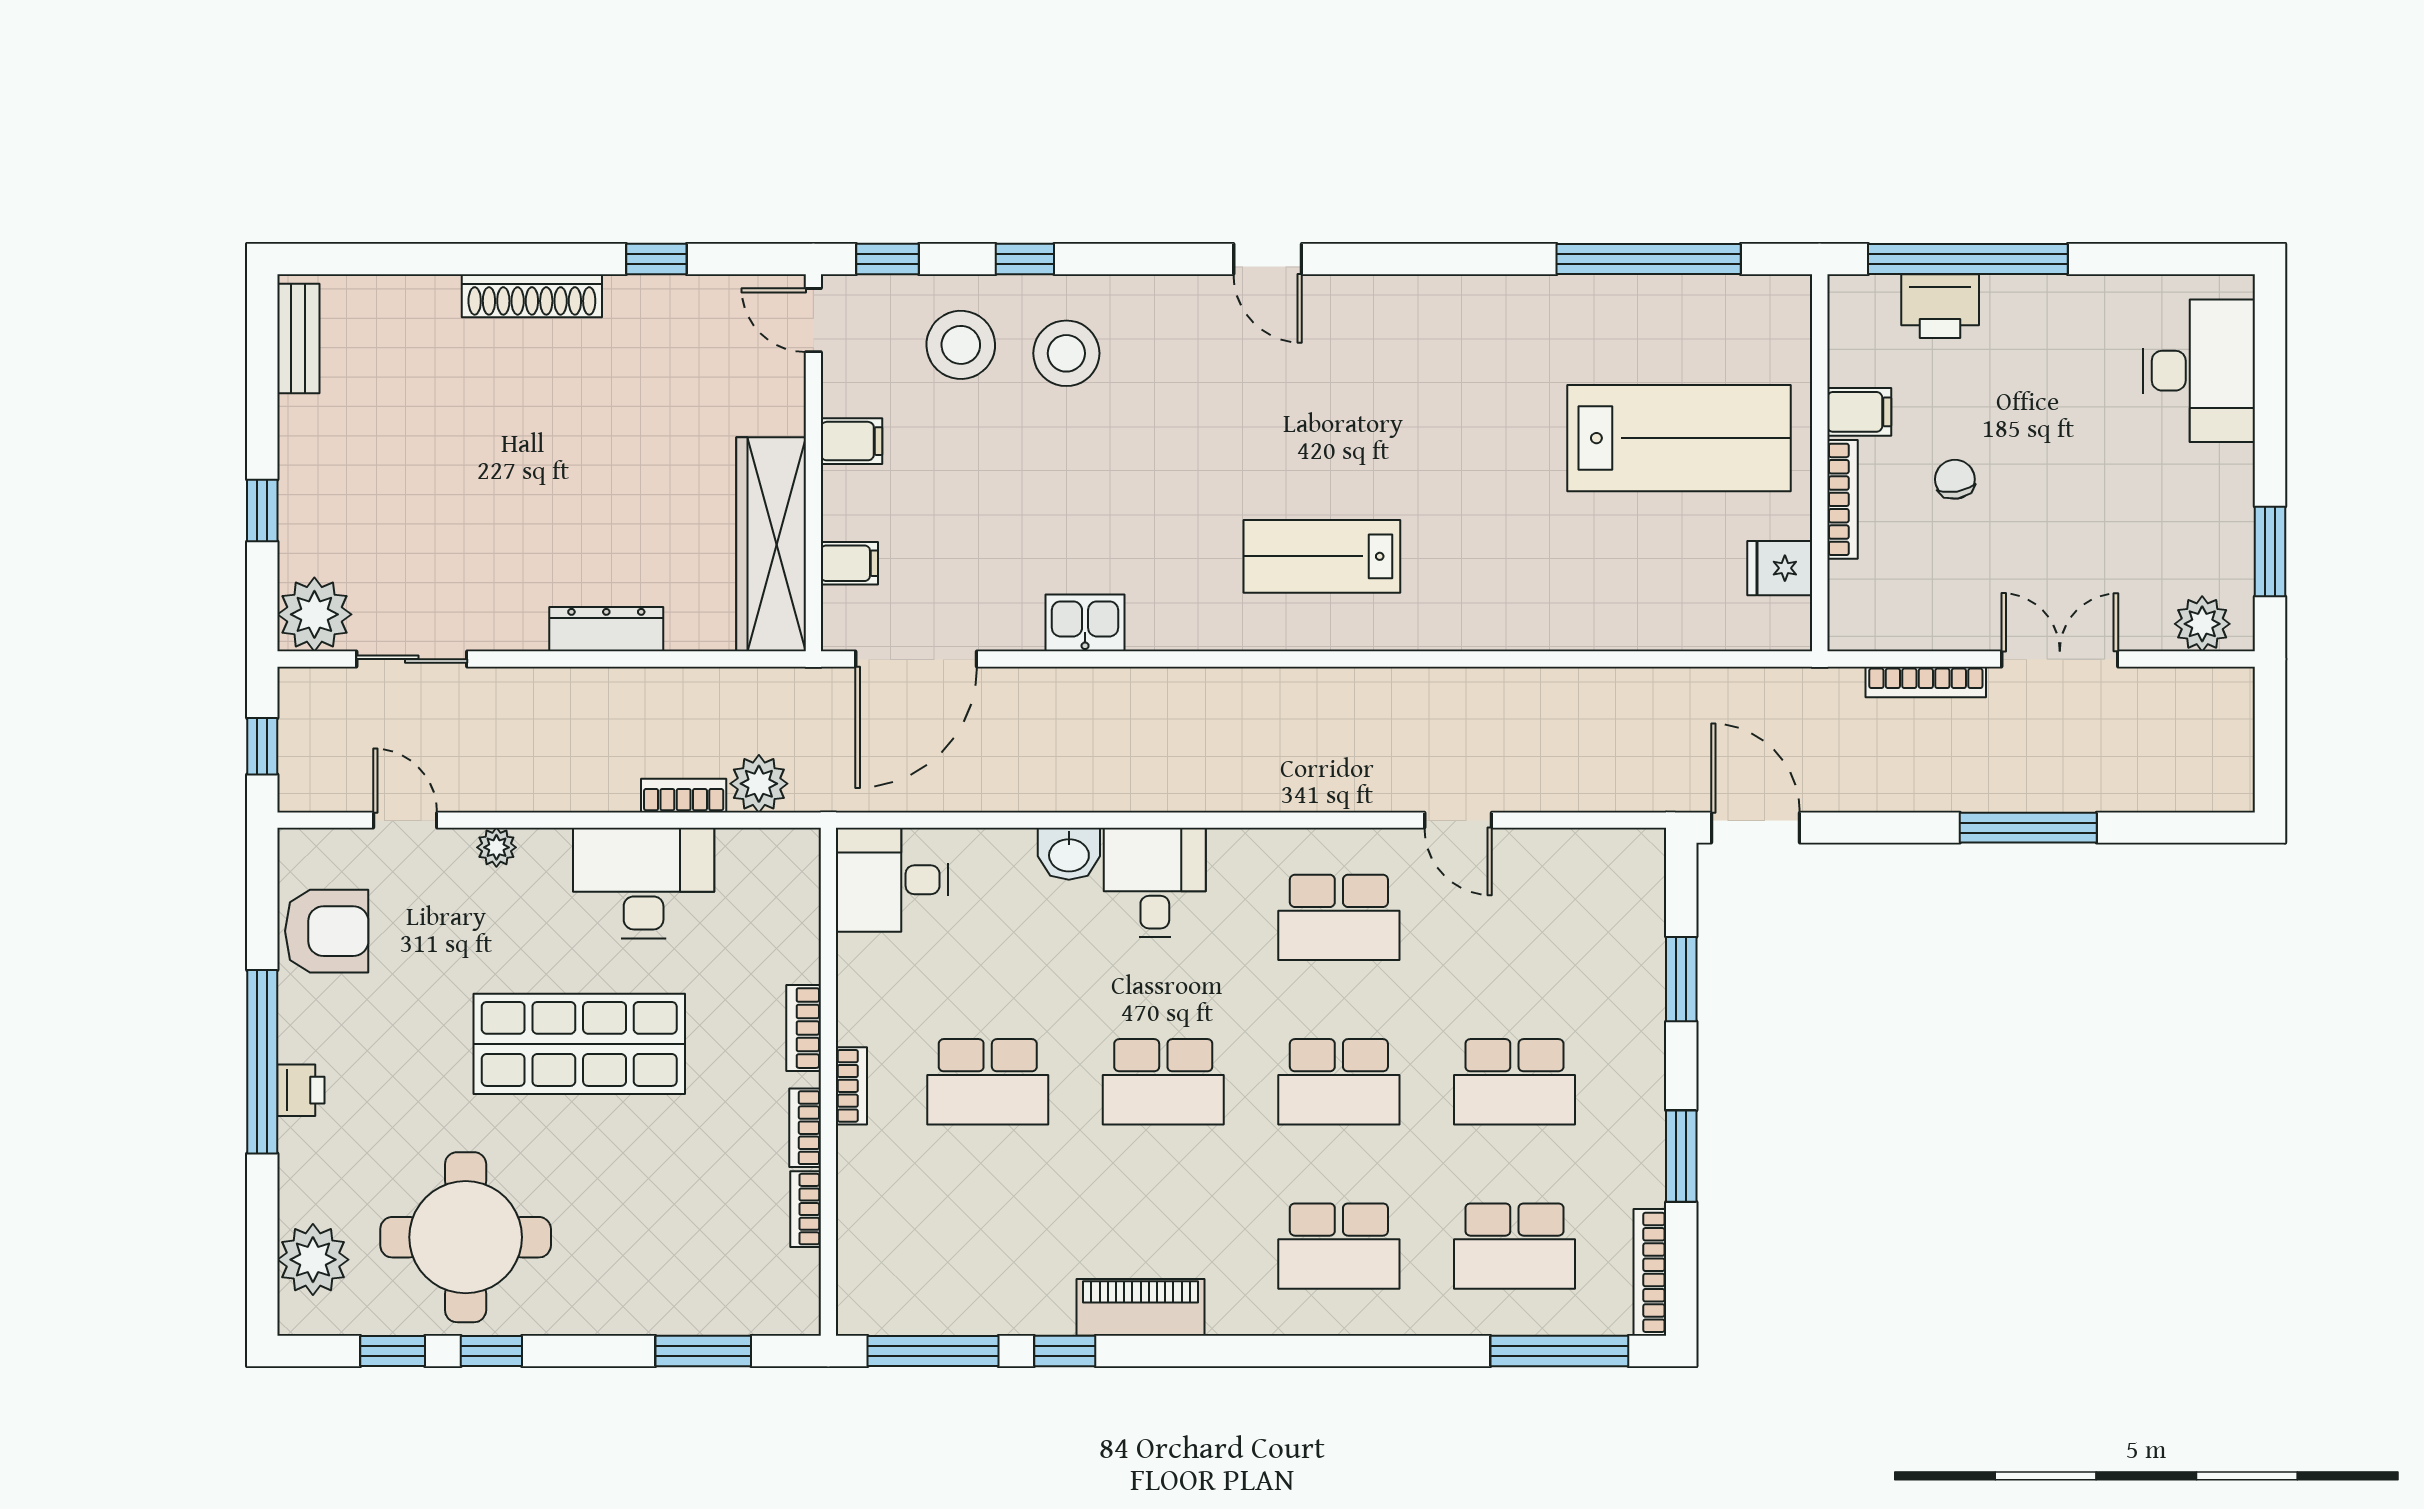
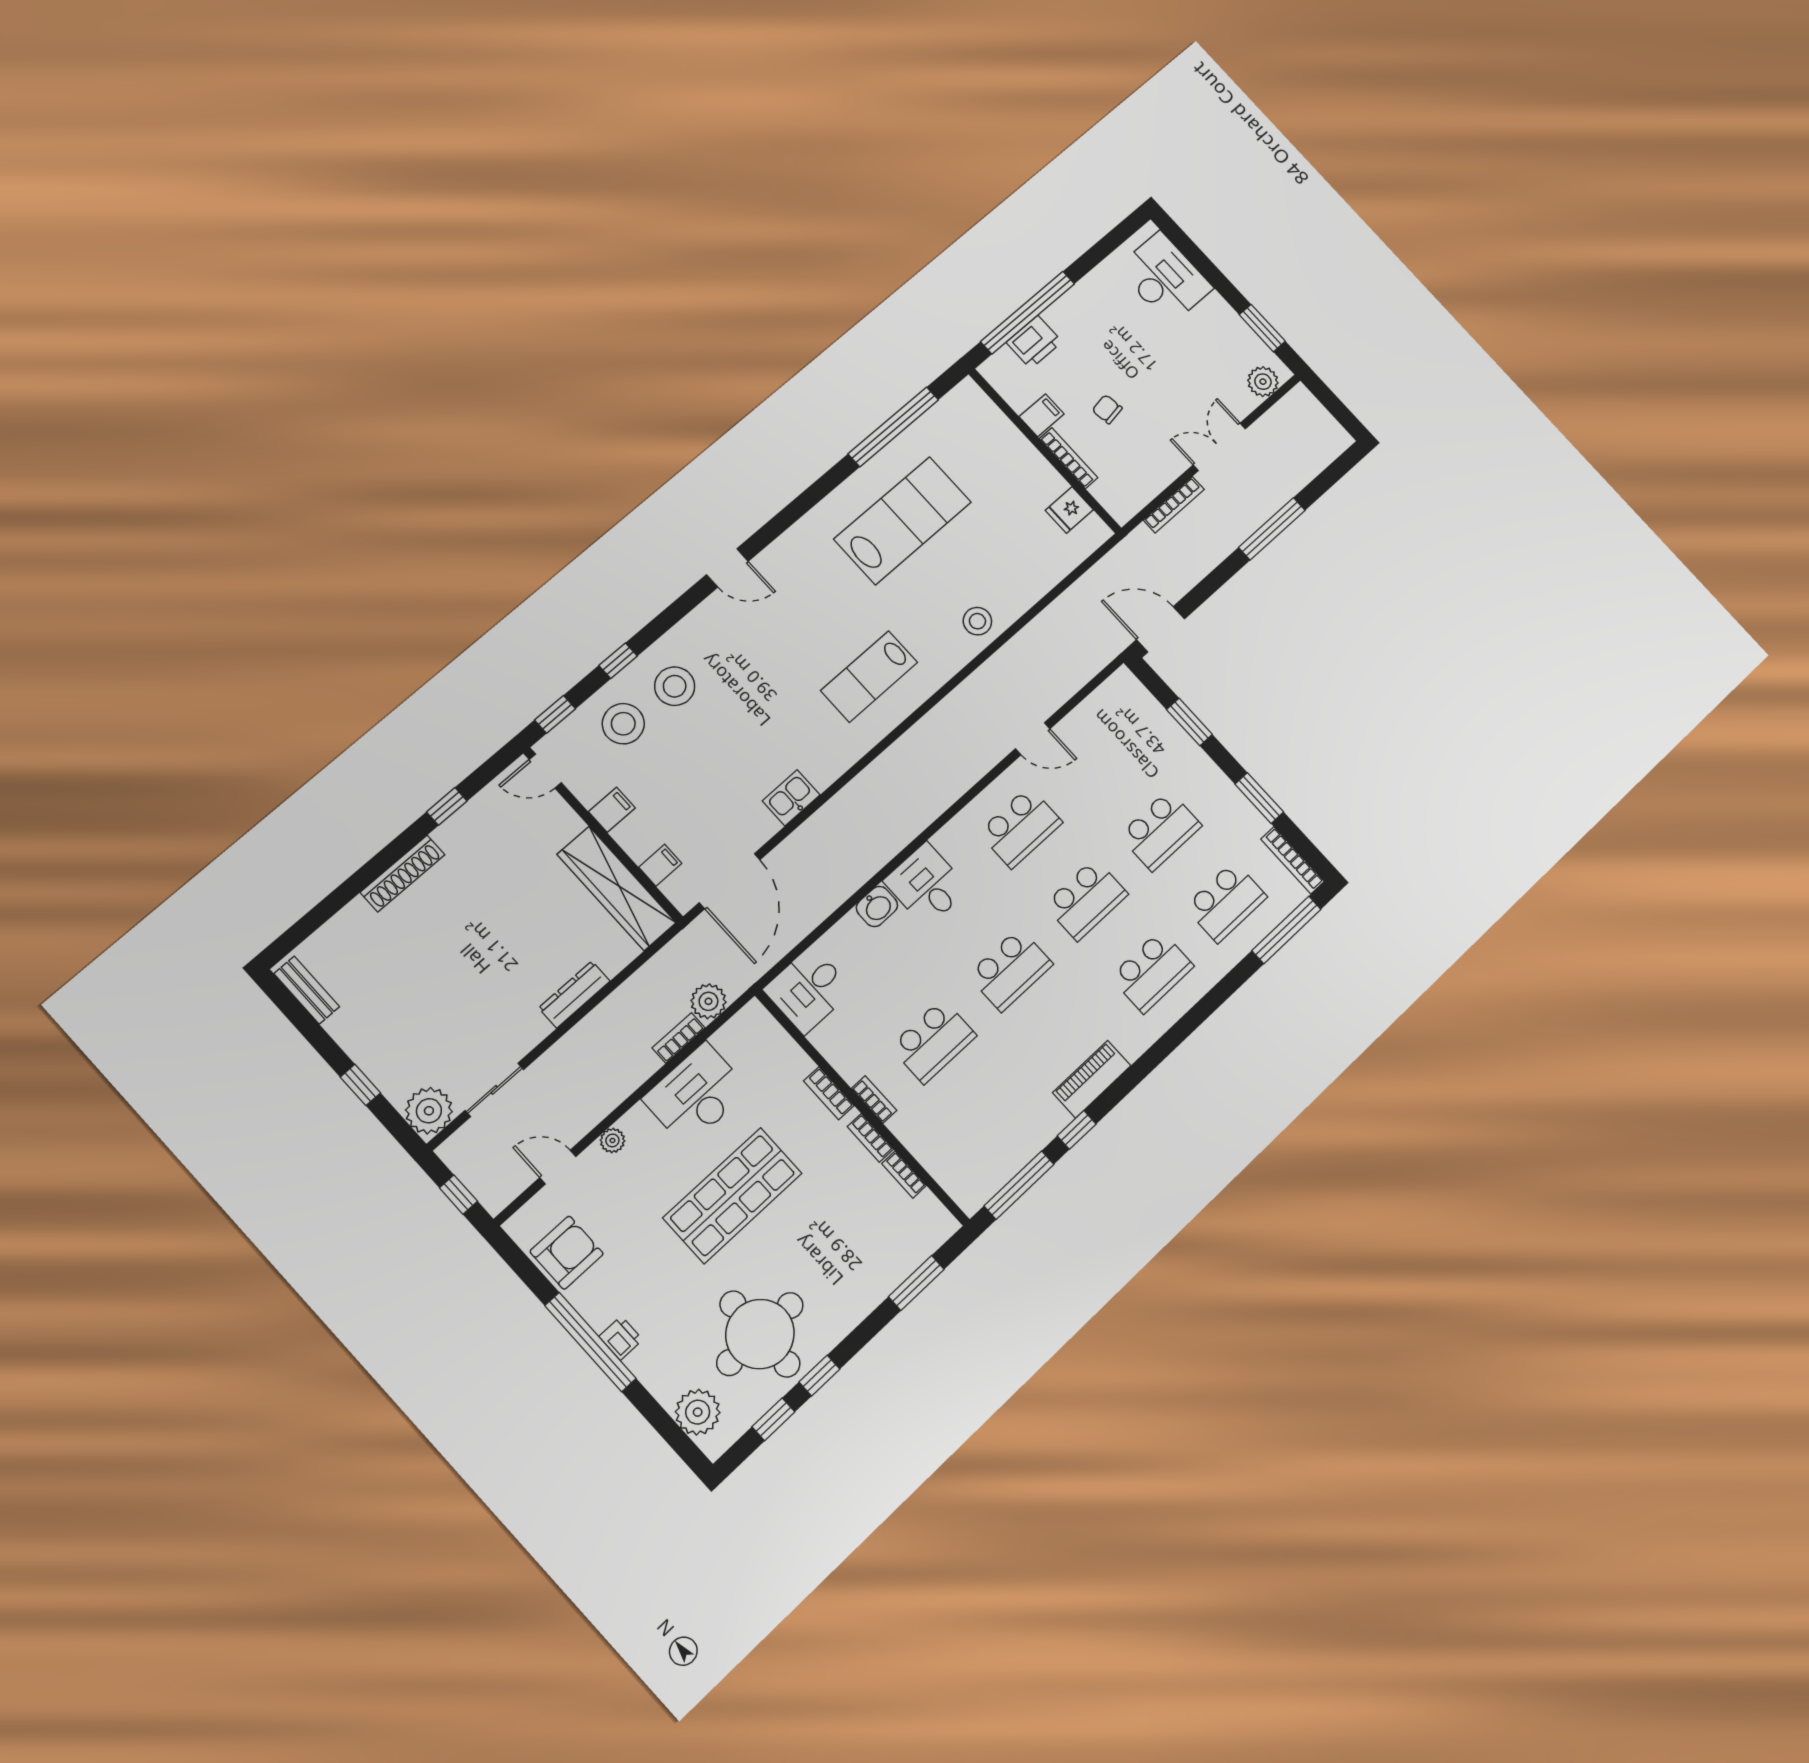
lab bench: (1679, 438) -> (903, 521), moved
stool: (1526, 608) -> (977, 621), added

